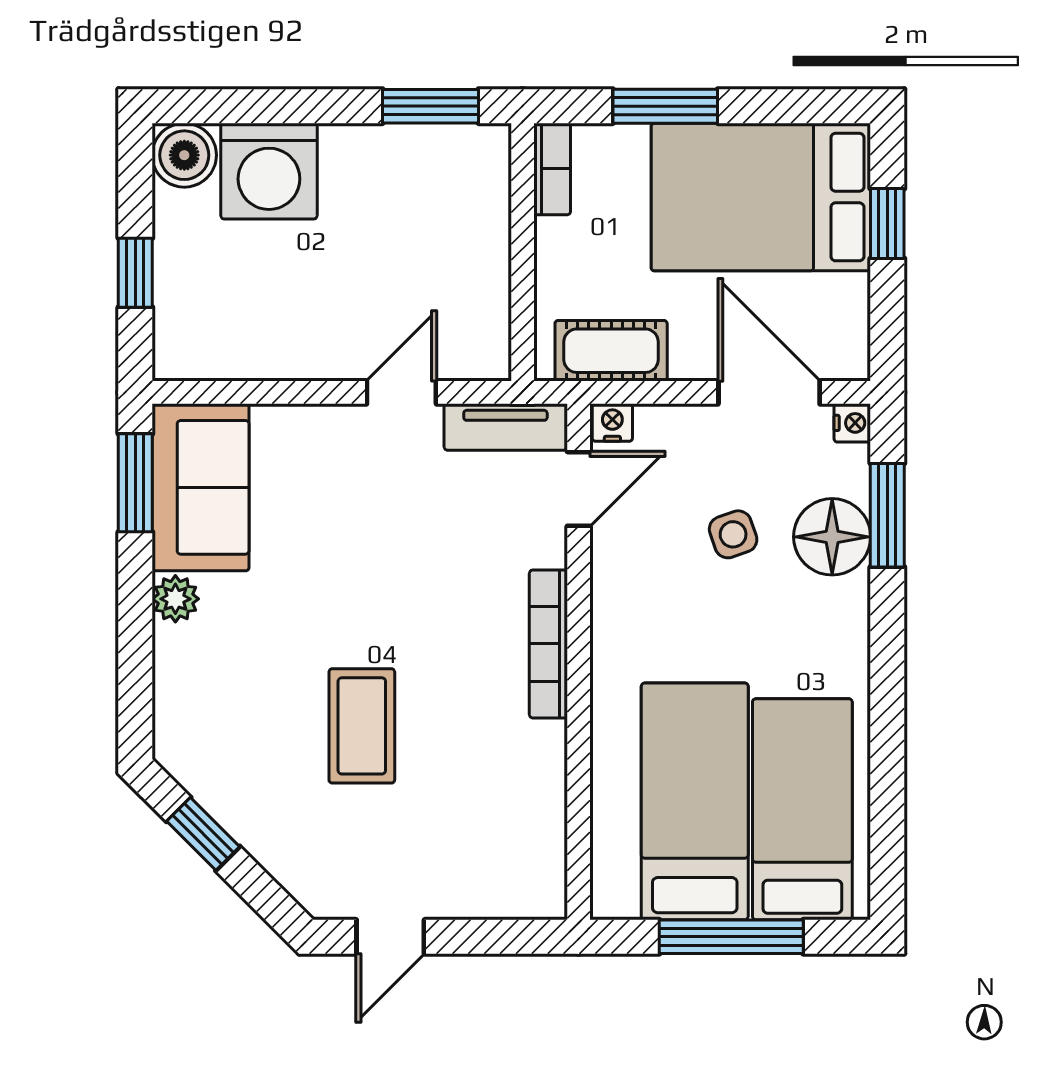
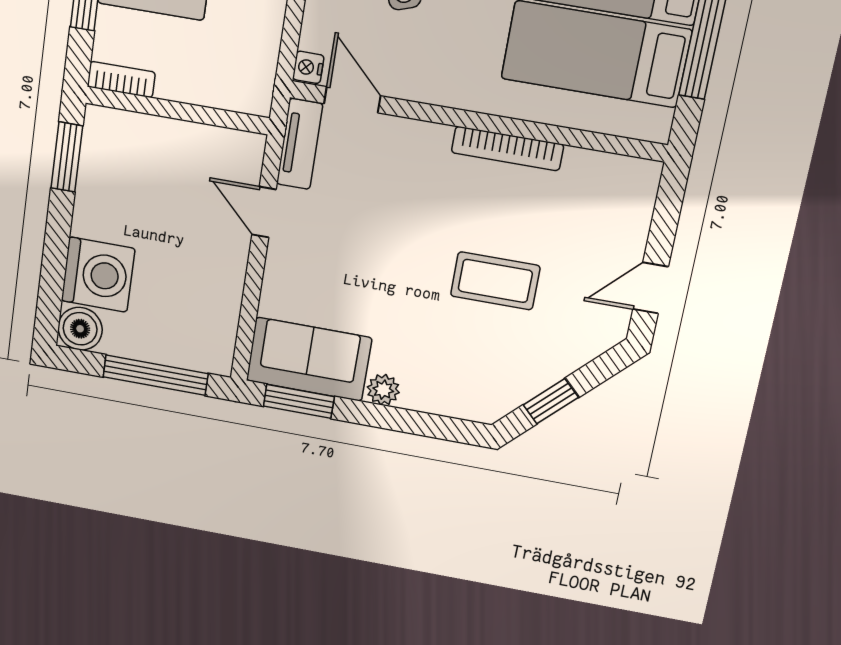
window: (135, 273) -> (156, 375), width x2.17
cot: (611, 351) -> (256, 59), removed
bookcase: (548, 644) -> (507, 148), moved
door: (390, 937) -> (650, 288), swing flipped

